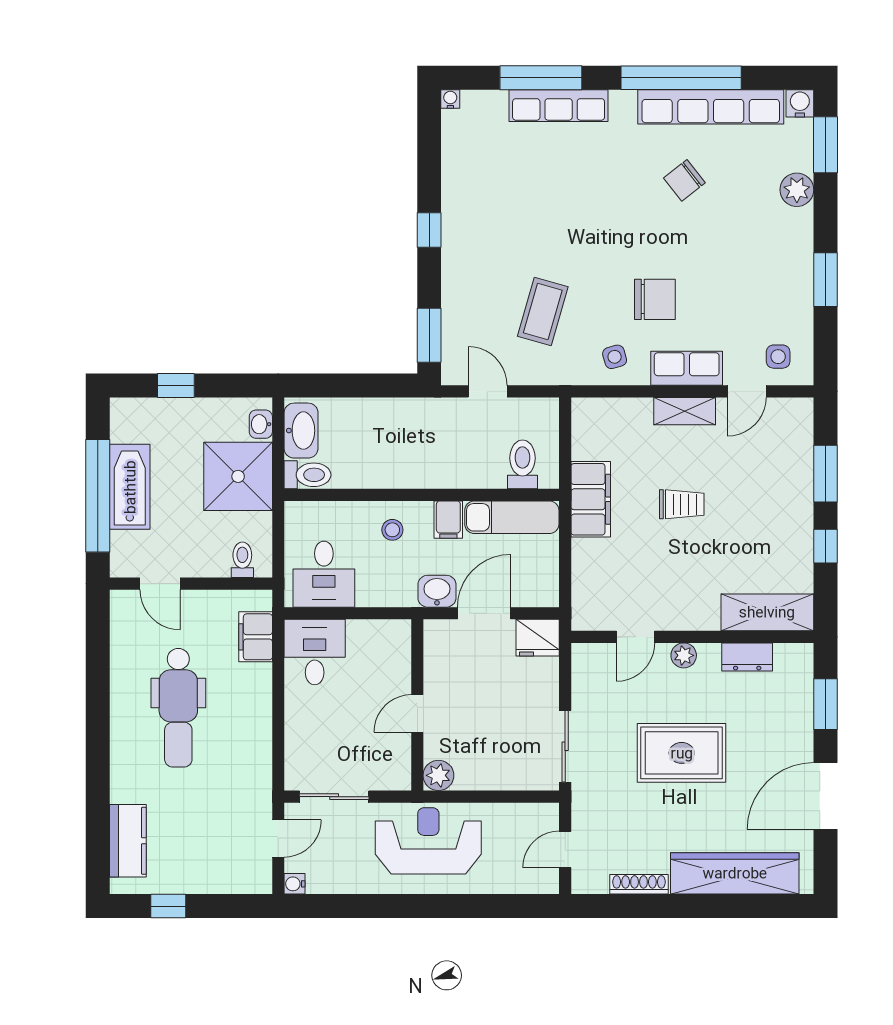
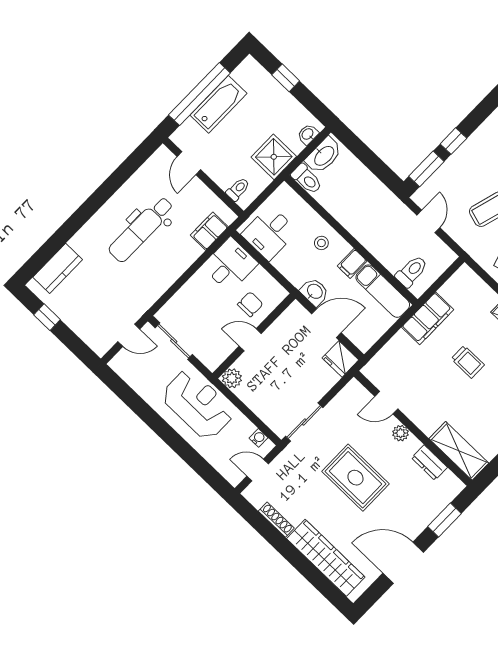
window: (429, 230) -> (453, 141), moved
shower: (238, 476) -> (274, 157), width x0.73, depth x0.73
chair: (379, 674) -> (250, 304), added
water cooler: (295, 884) -> (258, 438), moved, turned 90

